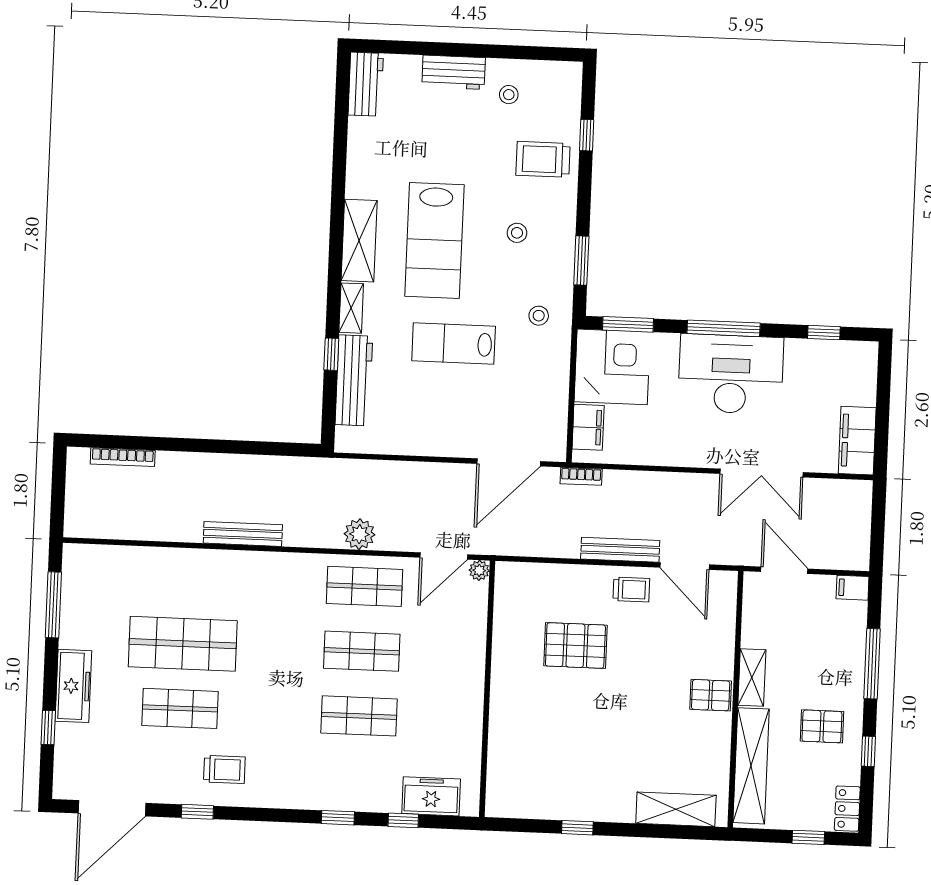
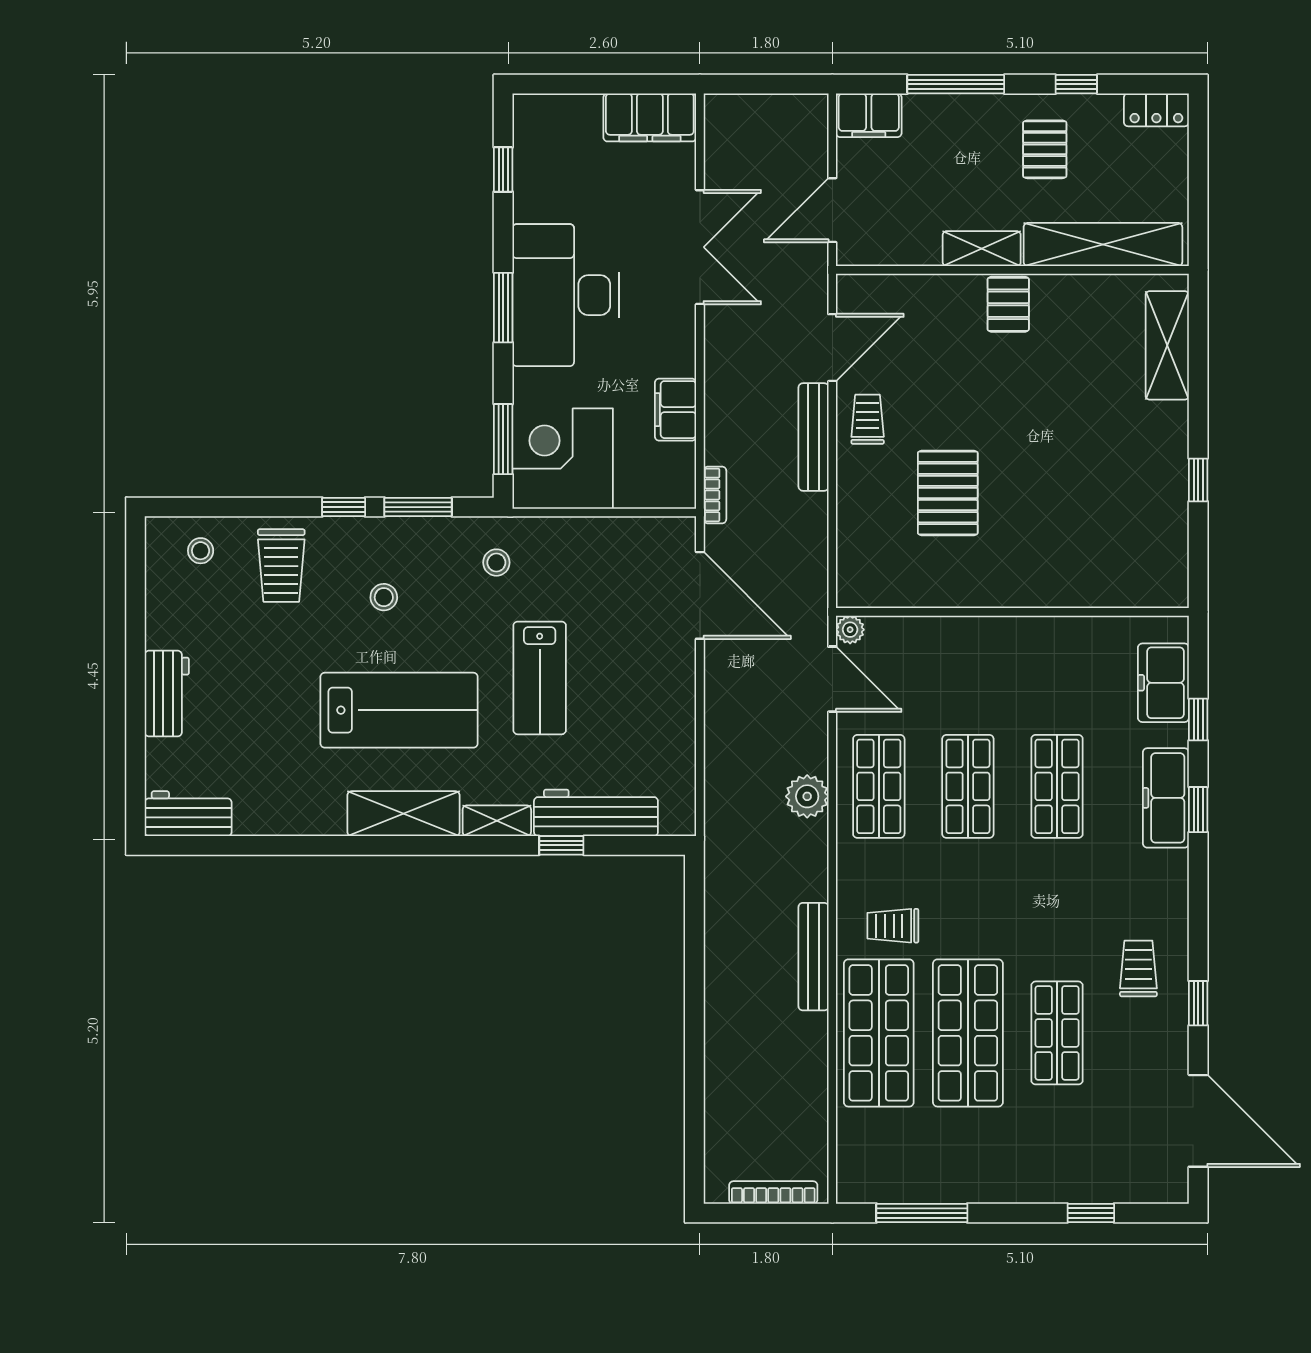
stool: (509, 95) -> (201, 551), moved
window: (587, 135) -> (344, 507), moved
window: (724, 328) -> (503, 308), width x0.69
filing cabinet: (588, 427) -> (676, 410), moved, turned -90
bookcase: (123, 457) -> (773, 1193), moved, turned -90
shop shelf: (185, 579) -> (879, 1033), added
filing cabinet: (853, 588) -> (869, 115), width x2.00
trolley: (263, 592) -> (893, 926), added
freezer: (73, 686) -> (1166, 798), moved, turned -90
window: (808, 837) -> (1198, 162), removed

